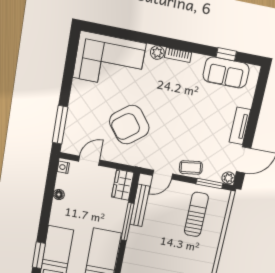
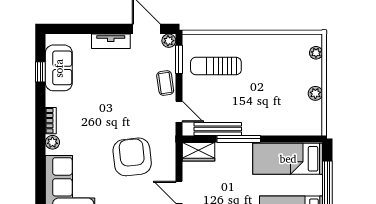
armchair: (129, 125) -> (132, 157), turned -148

